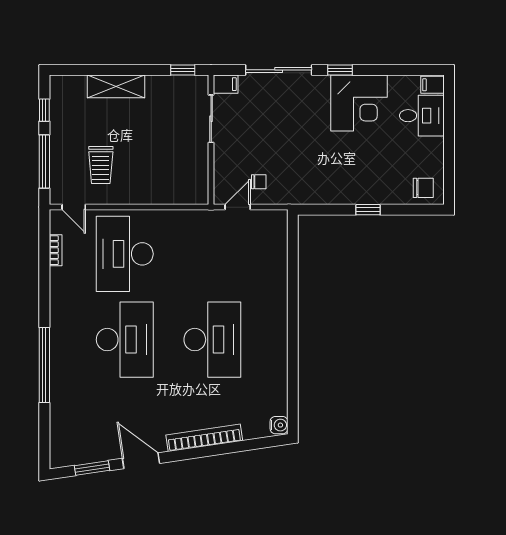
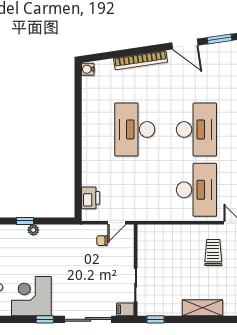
plant: (356, 197) -> (33, 230), added
printer: (275, 242) -> (91, 198), added
desk: (125, 340) -> (196, 129), turned 180

